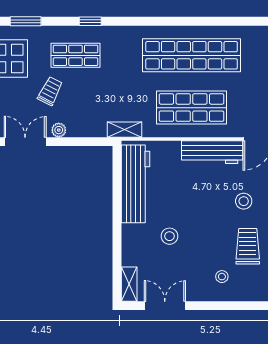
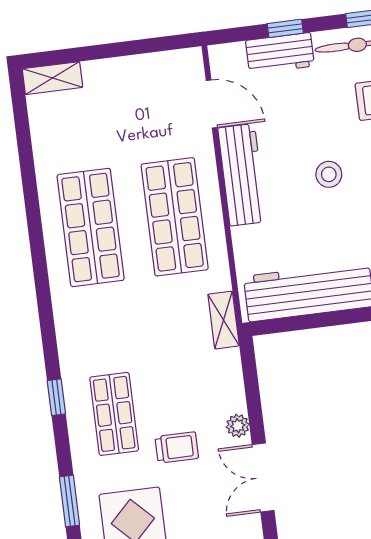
shop shelf: (192, 55) -> (91, 227), width x0.71
trolley: (50, 91) -> (177, 447), turned 153
stool: (244, 201) -> (329, 174), moved

